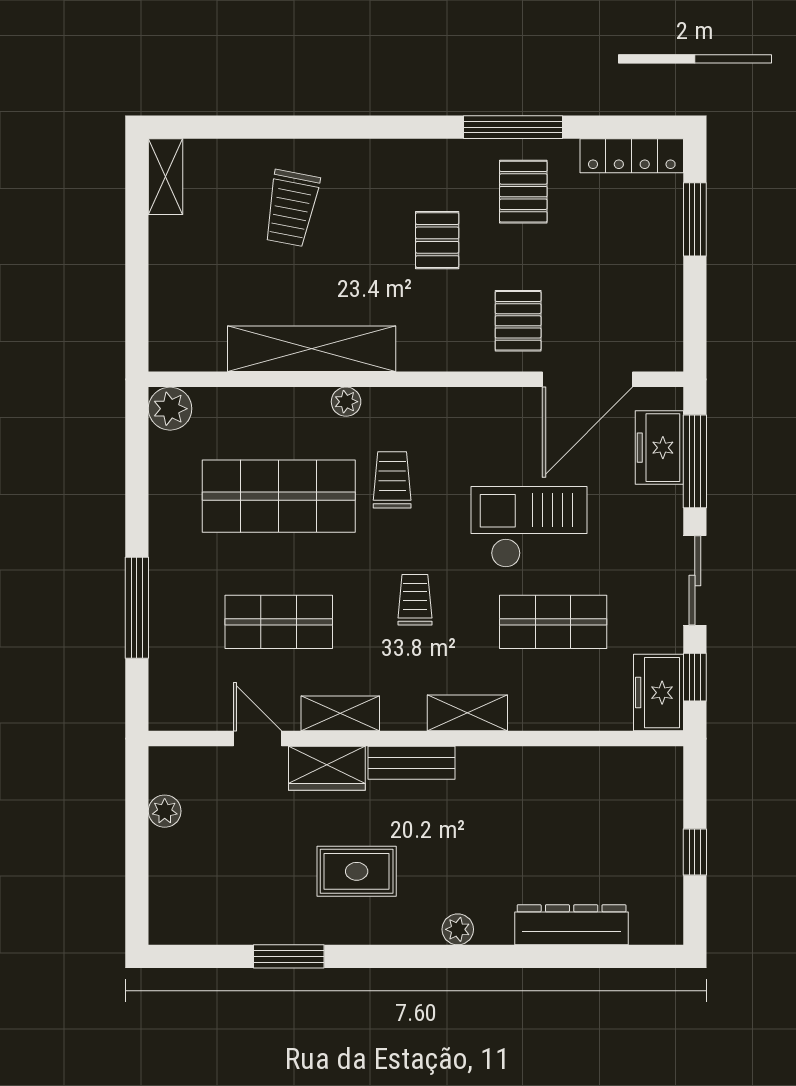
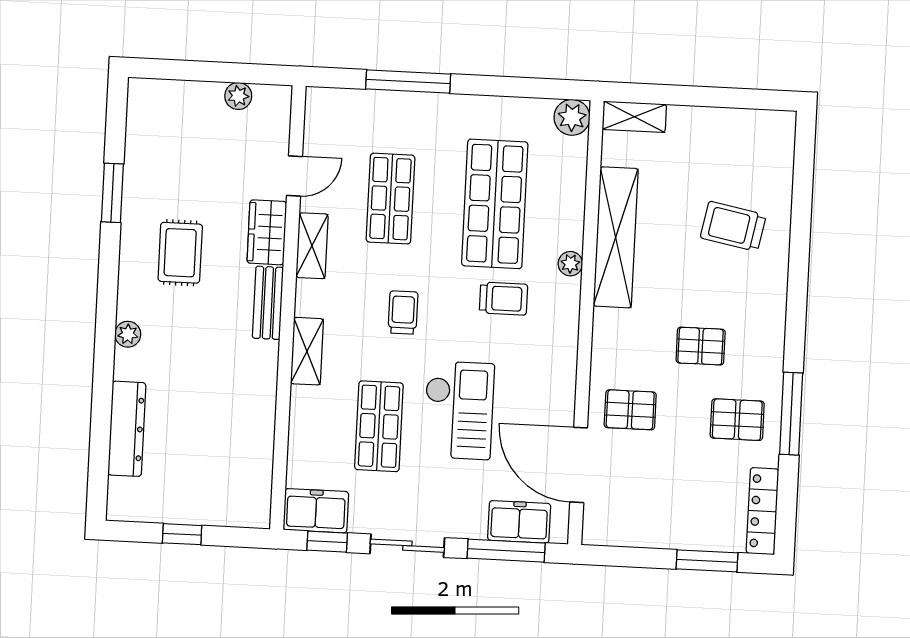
shelving: (166, 177) -> (634, 117), moved
trolley: (415, 600) -> (403, 313), turned -90

